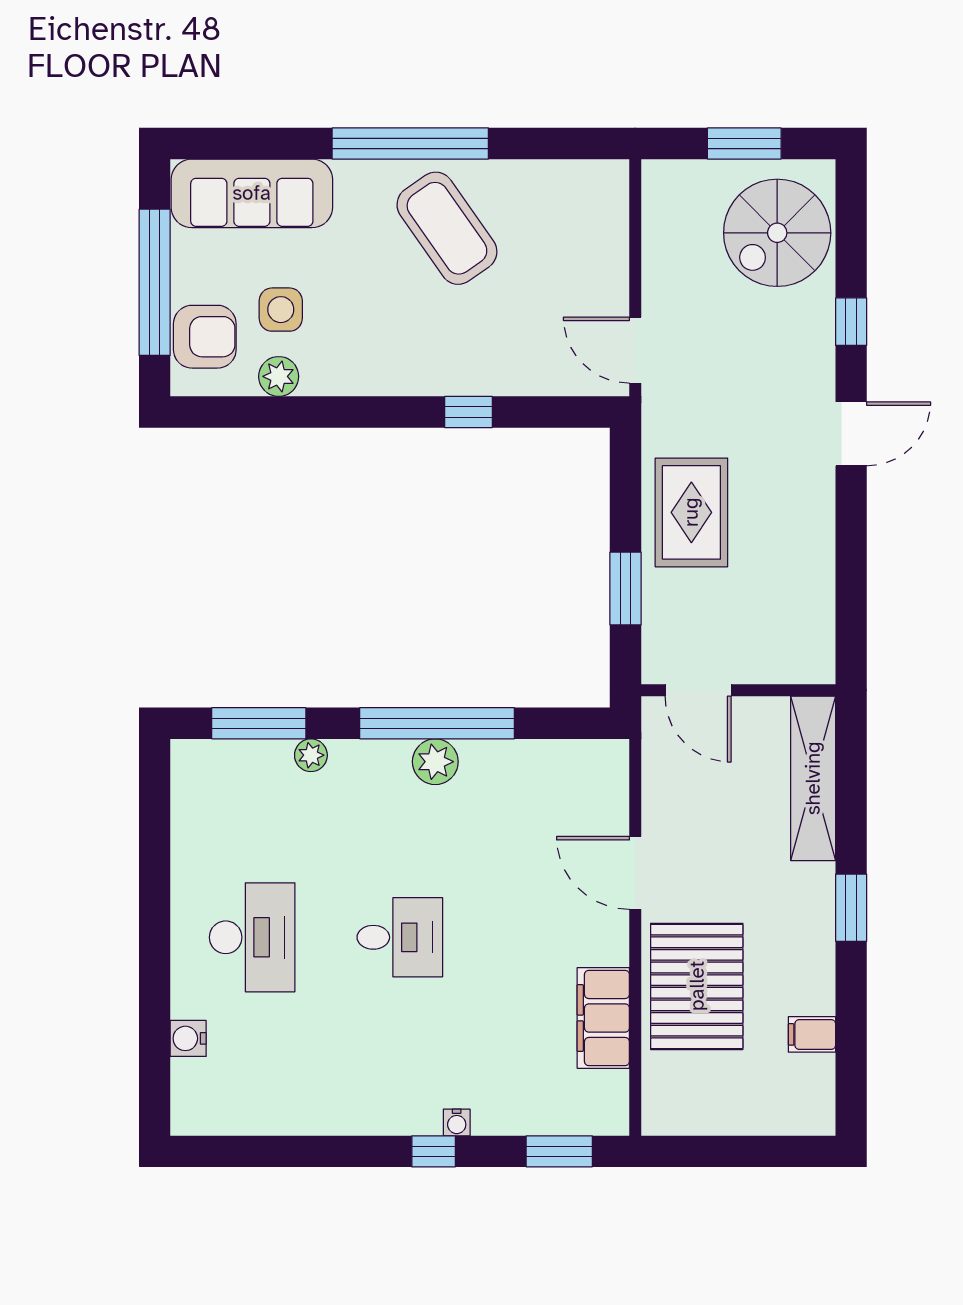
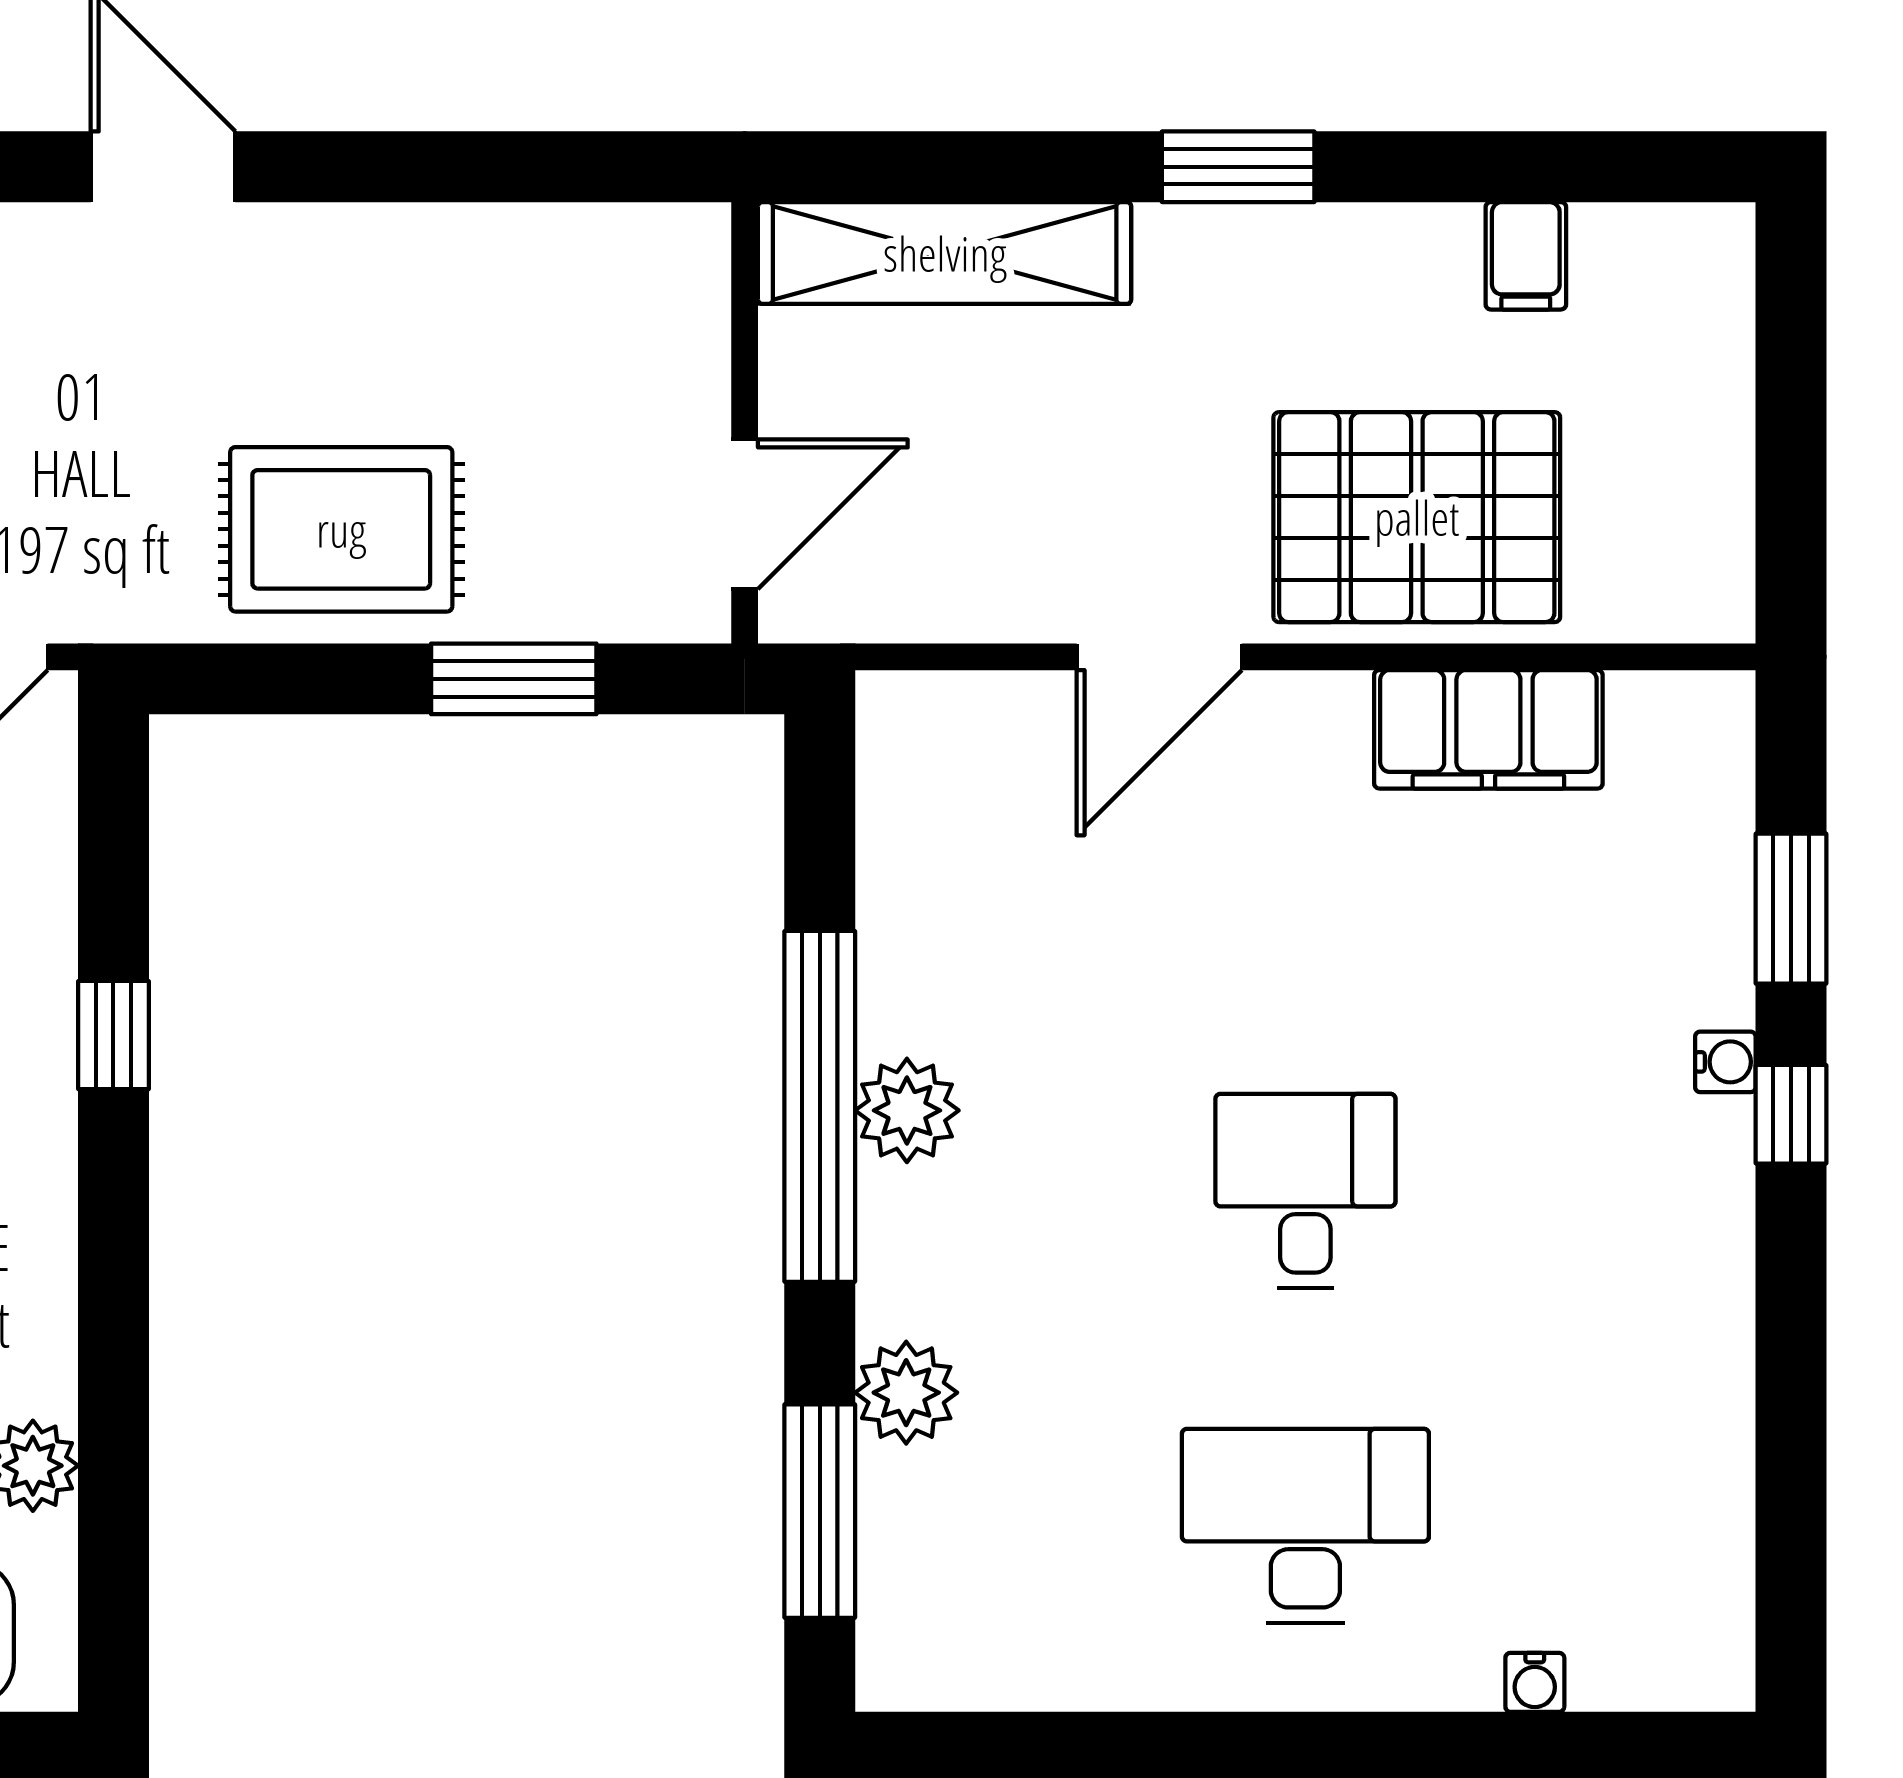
plant: (311, 755) -> (906, 1393), width x1.38, depth x1.38
water cooler: (188, 1038) -> (1535, 1682), width x0.72, depth x0.72
window: (559, 1151) -> (1791, 909), moved

